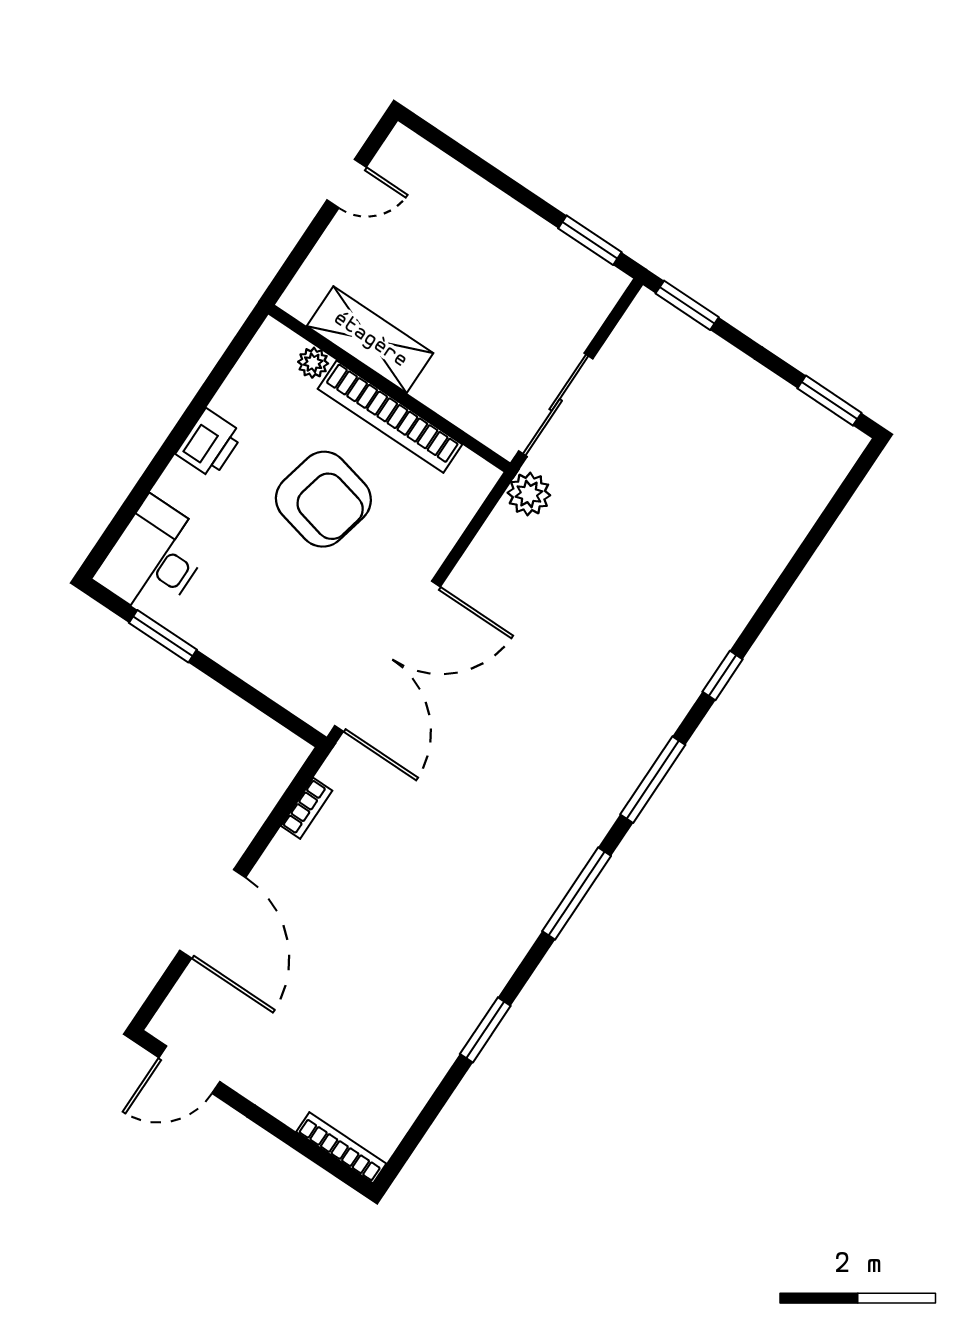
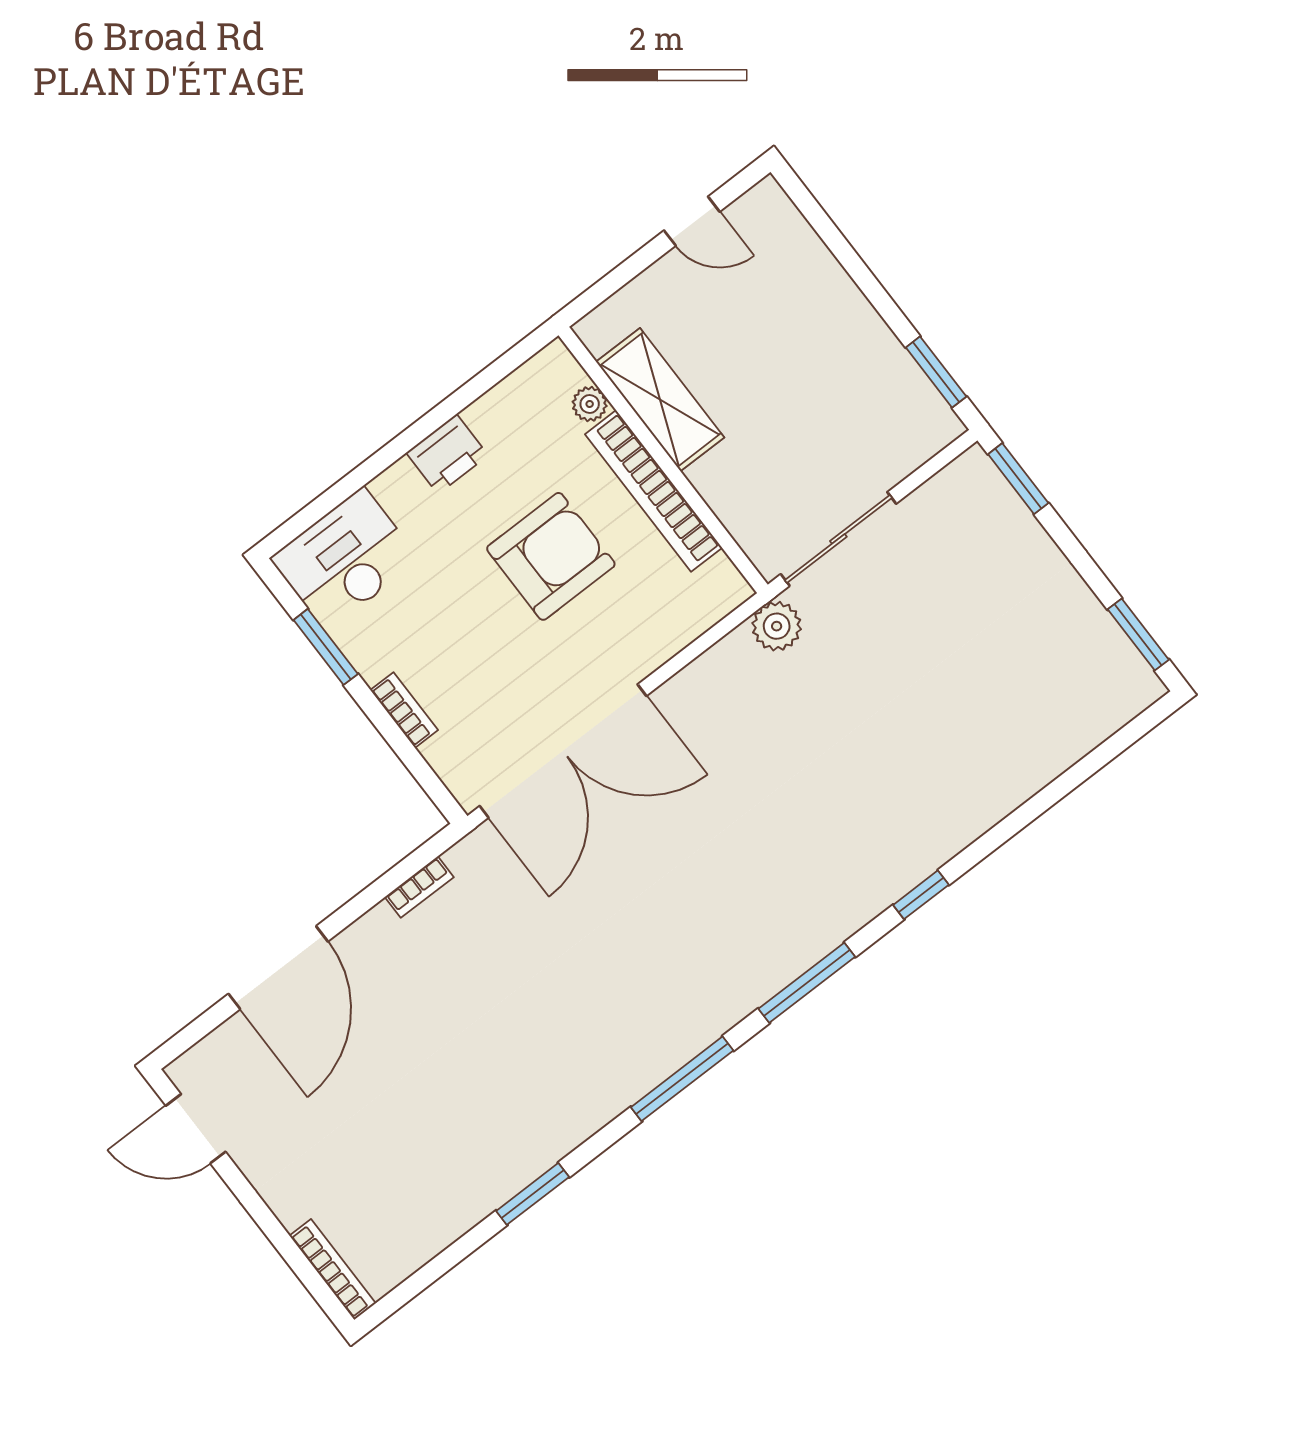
armchair: (323, 499) -> (551, 556), turned -103
bookcase: (245, 667) -> (404, 710), added

